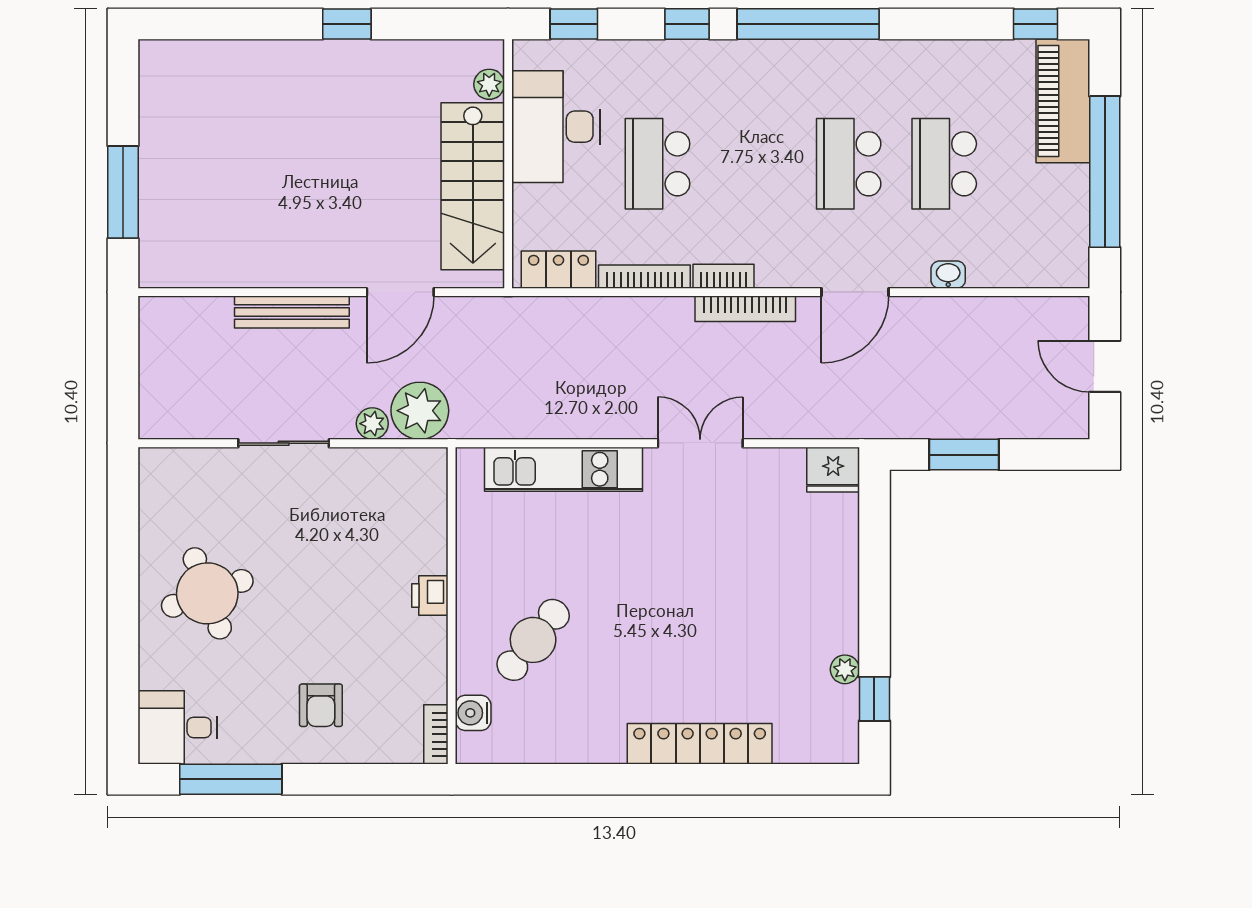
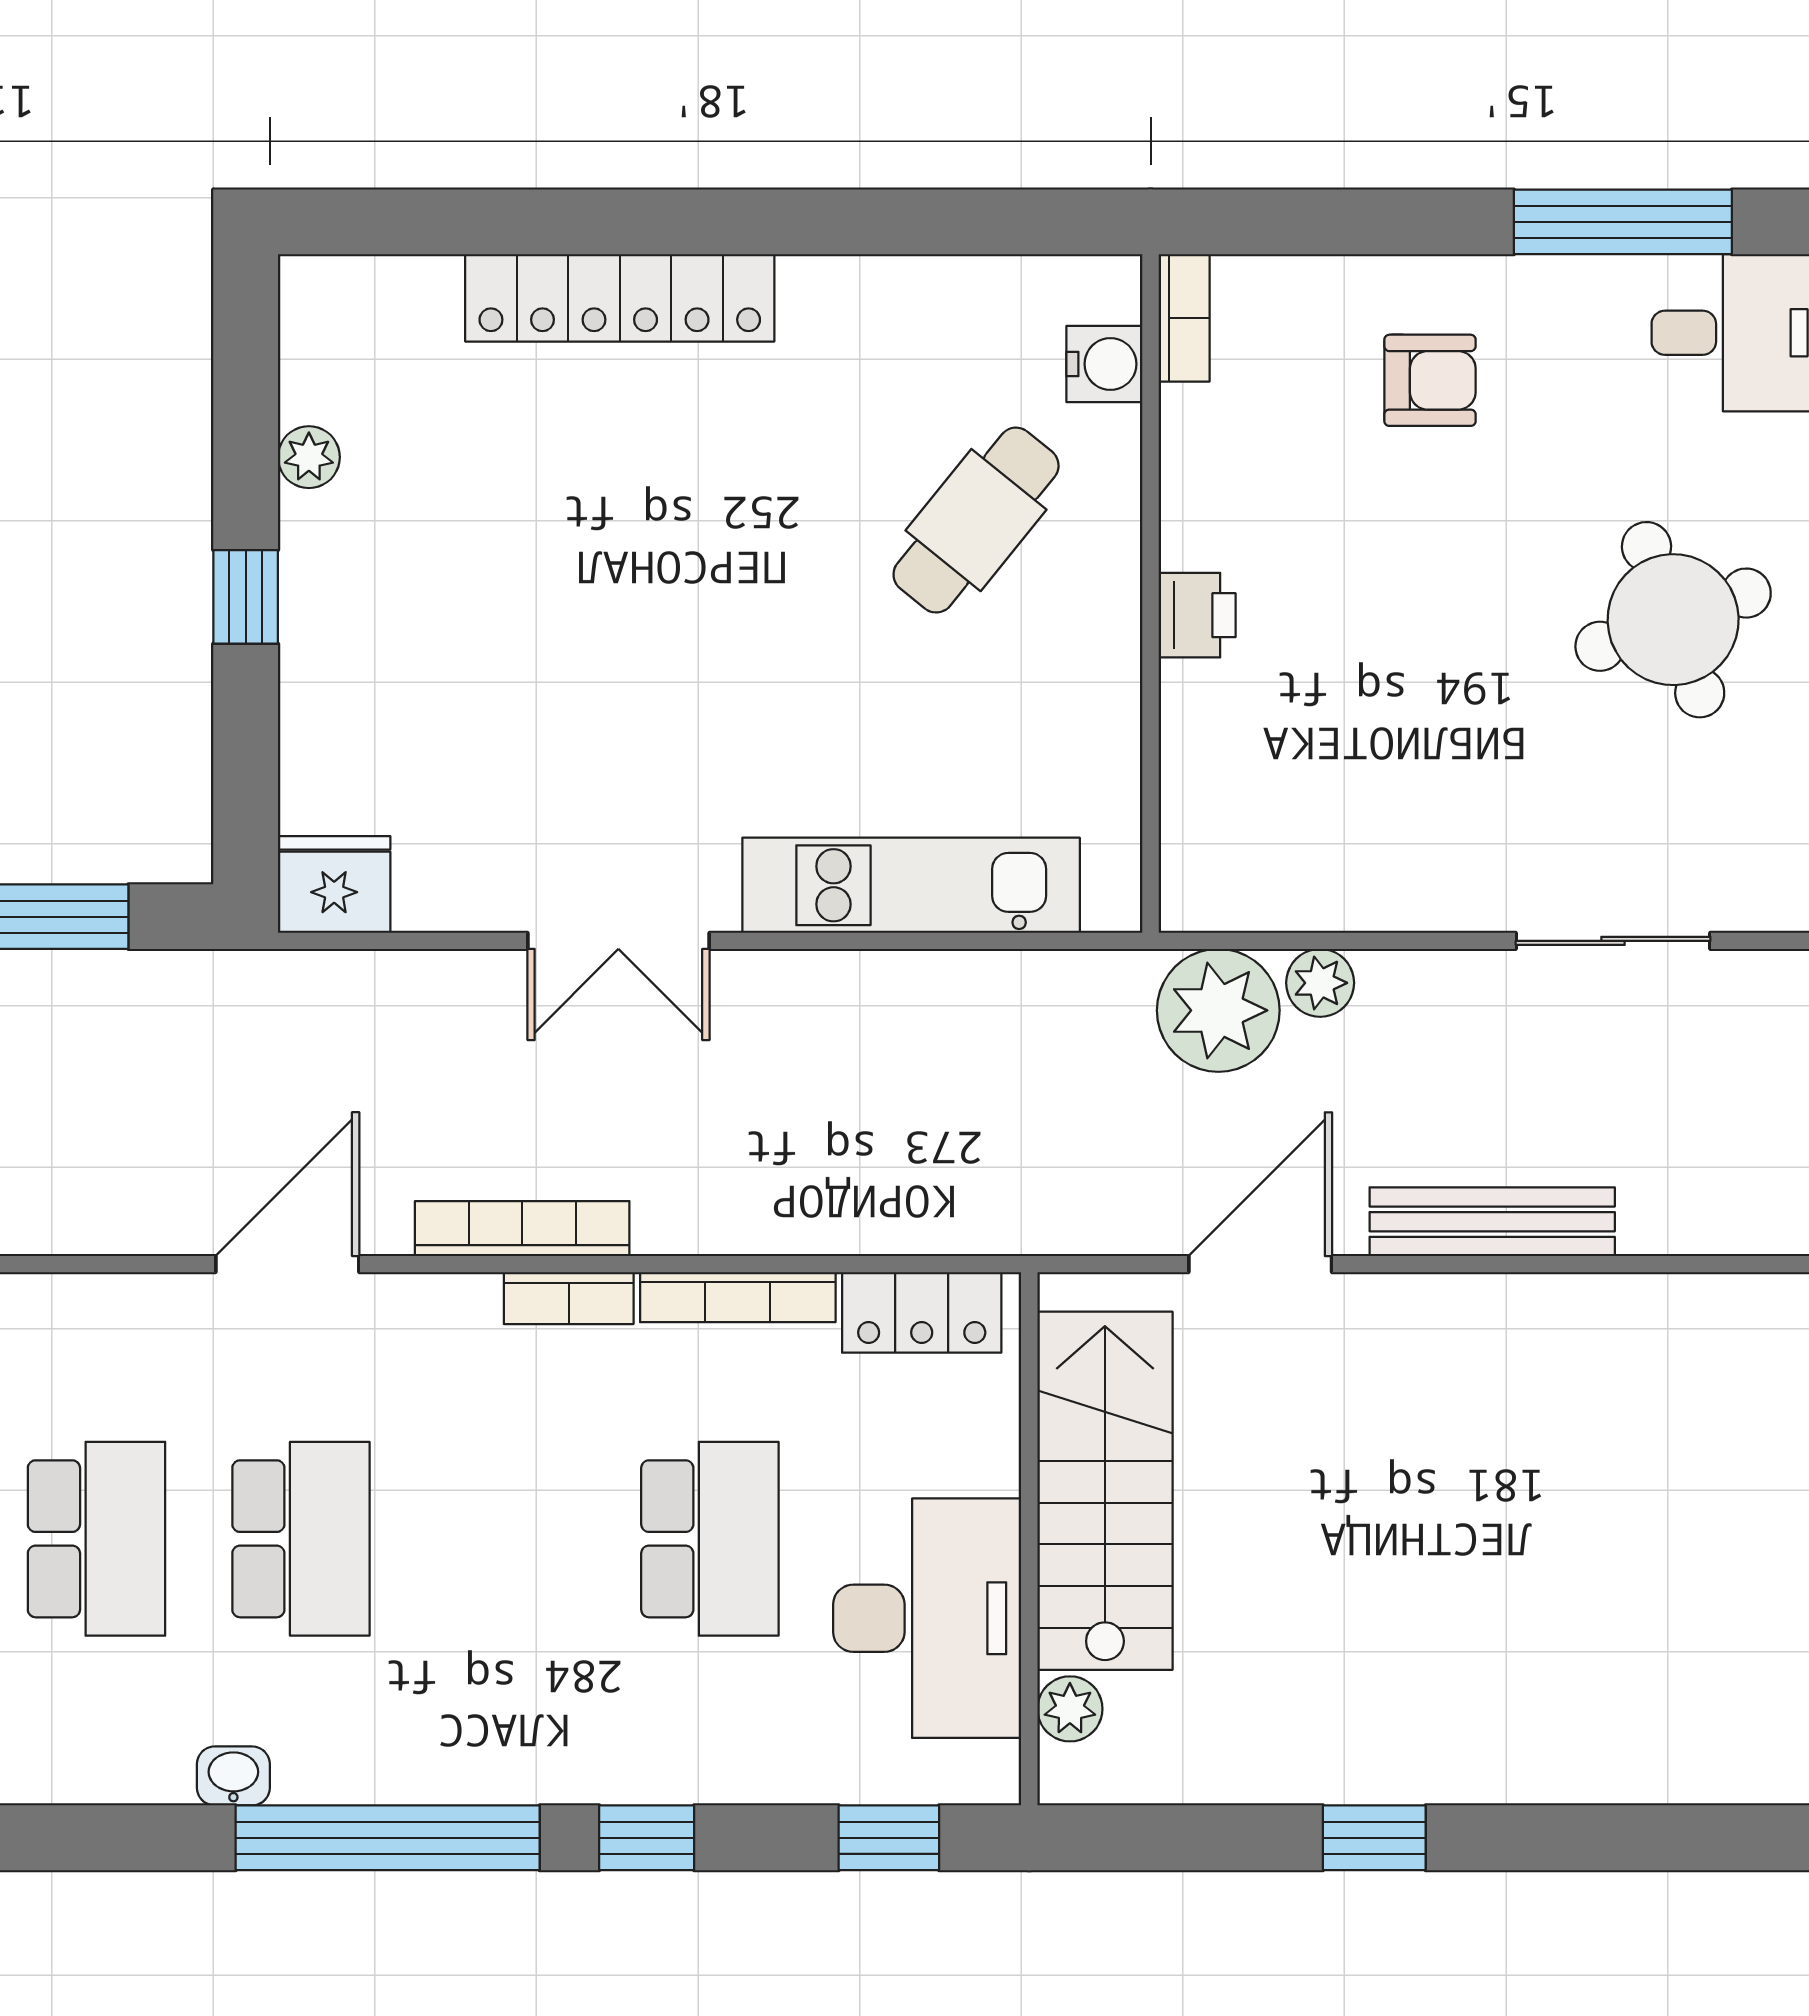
washbasin: (948, 275) -> (233, 1776), moved, turned 180
sliding door: (284, 443) -> (1613, 941), moved
window: (874, 699) -> (246, 597), moved
armchair: (321, 705) -> (1430, 380), turned 90

